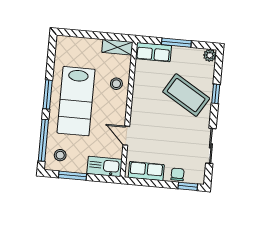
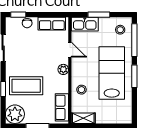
row of seats: (153, 52) -> (62, 107), moved, turned -90
plant: (210, 55) -> (15, 114), width x1.88, depth x1.88
coffee table: (186, 95) -> (26, 86), turned -31
plant: (137, 111) -> (63, 69), added
window: (72, 176) -> (99, 15), moved

